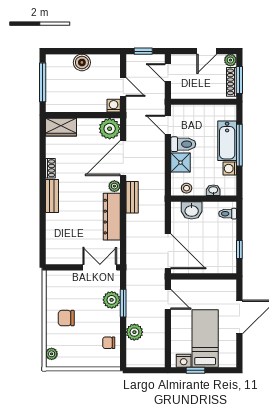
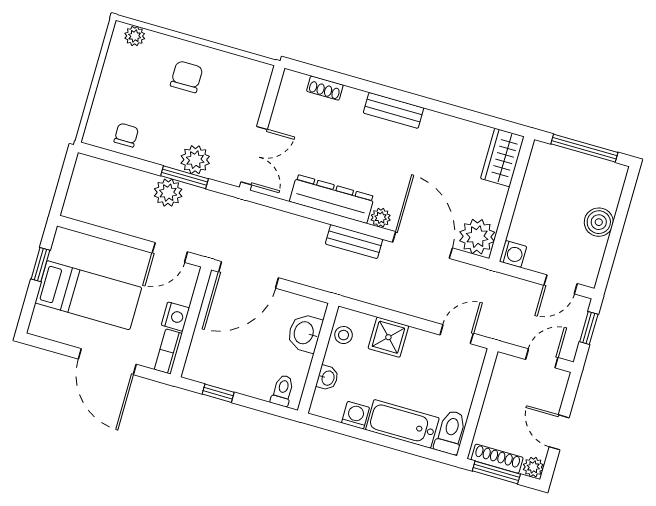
door: (123, 87) -> (561, 284), moved
toilet: (183, 144) -> (451, 432), moved, turned 180
window: (239, 145) -> (390, 442), removed
shoe rack: (50, 168) -> (325, 88), moved
bookcase: (224, 284) -> (168, 352), added
plant: (134, 332) -> (168, 193), moved
nightstand: (184, 361) -> (175, 317), moved, turned 180

